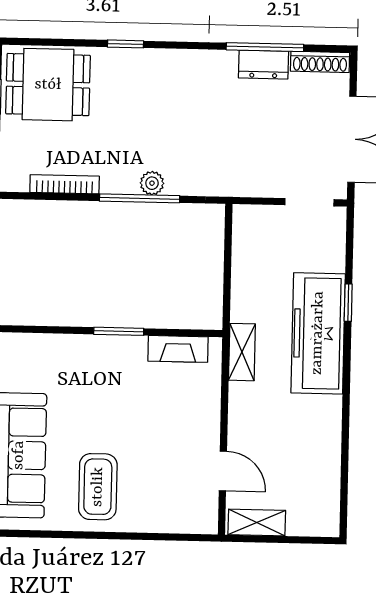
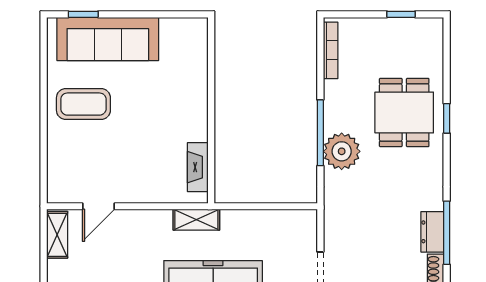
dining table: (48, 85) -> (404, 112), moved
plant: (152, 183) -> (342, 151), width x1.87, depth x1.87
bookcase: (65, 184) -> (331, 50), moved
window: (119, 331) -> (211, 118), removed

